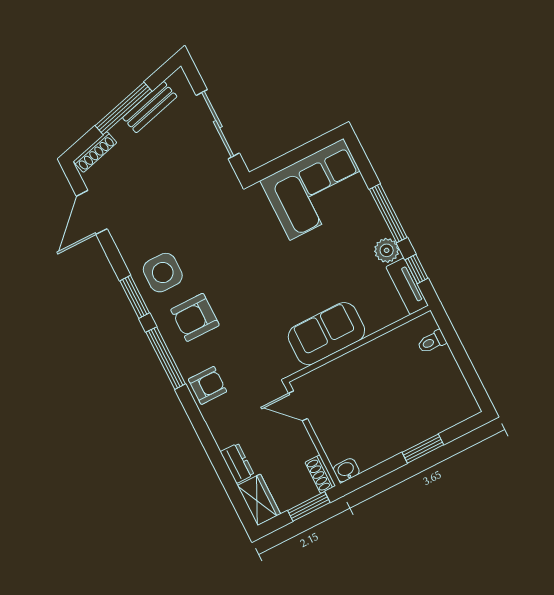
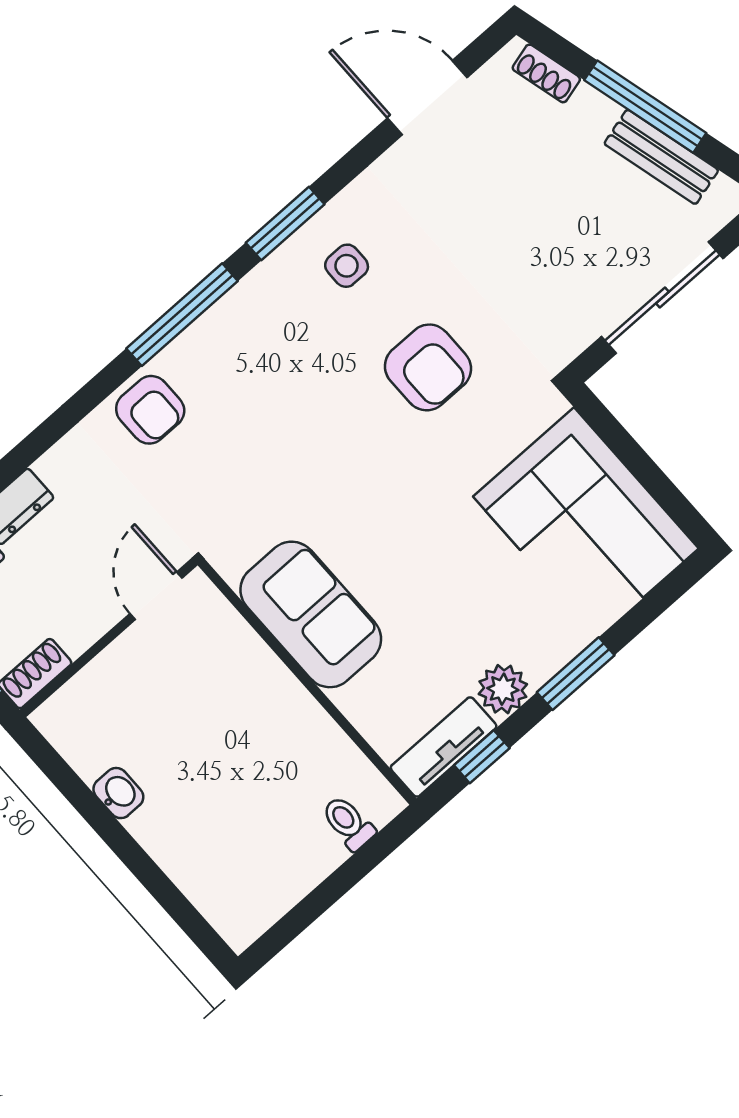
shoe rack: (95, 152) -> (546, 73), width x0.70
window: (388, 213) -> (576, 674), width x0.69
side table: (163, 273) -> (347, 266), width x0.54, depth x0.54
armchair: (195, 317) -> (428, 367), moved, turned 180
window: (423, 449) -> (136, 860), removed
washbasin: (346, 470) -> (118, 793), moved

